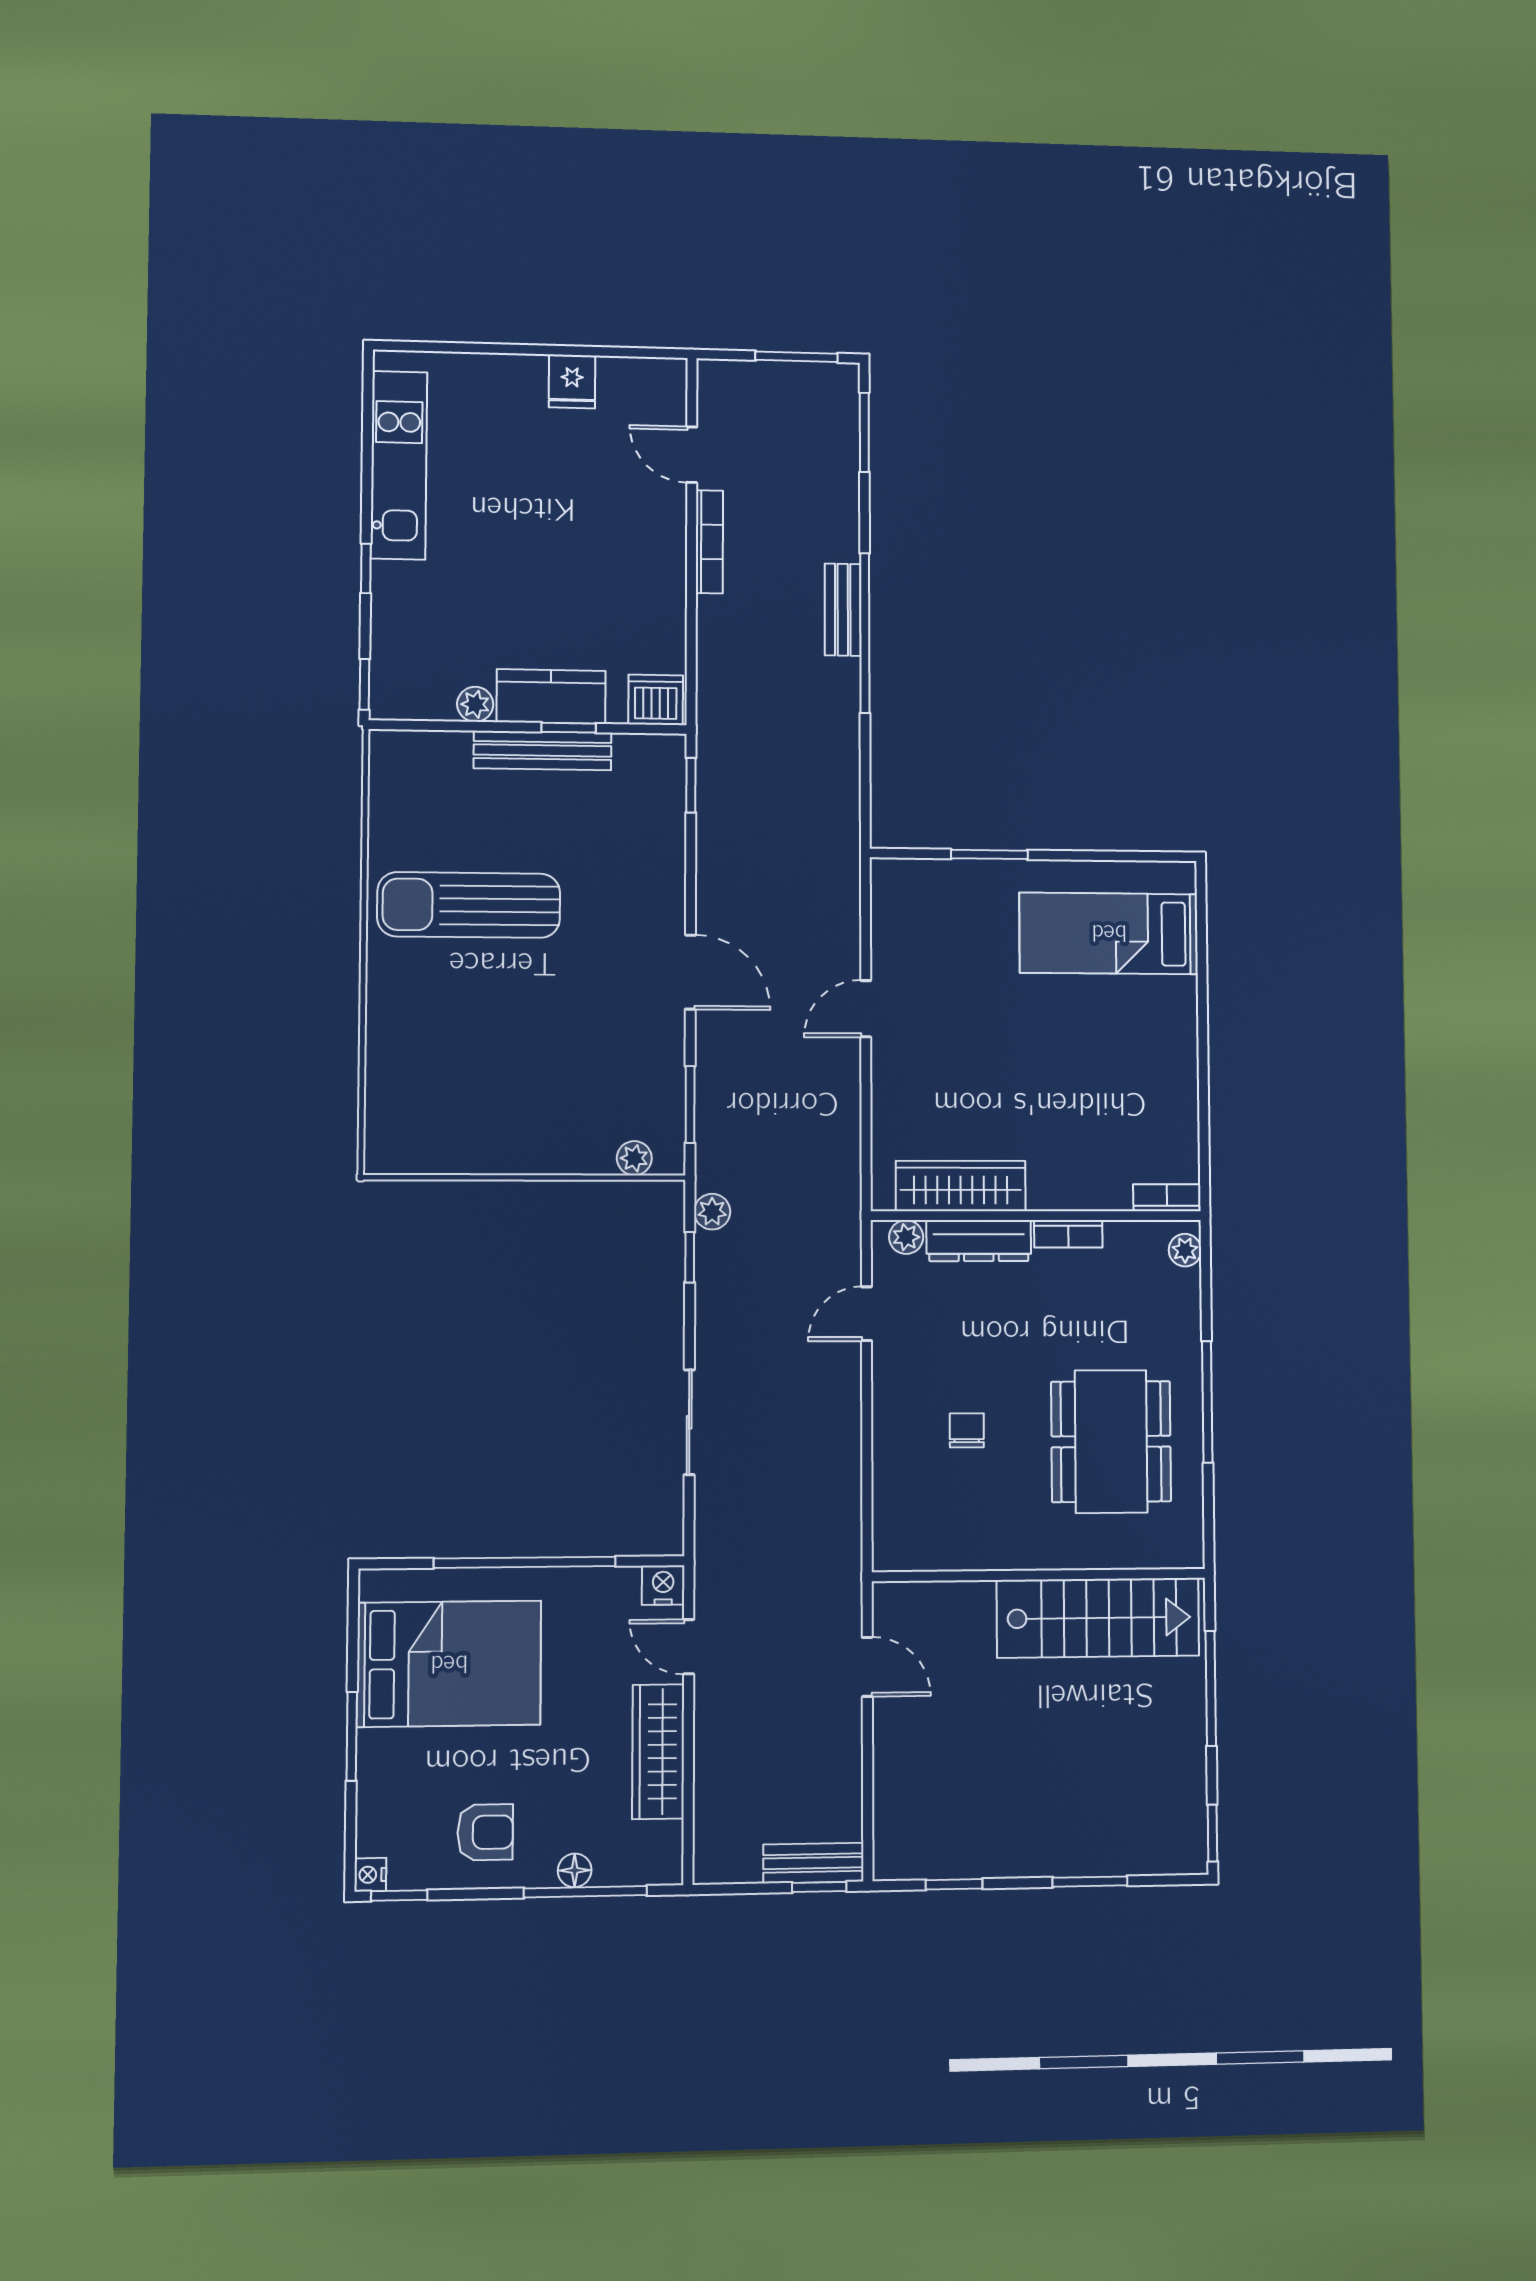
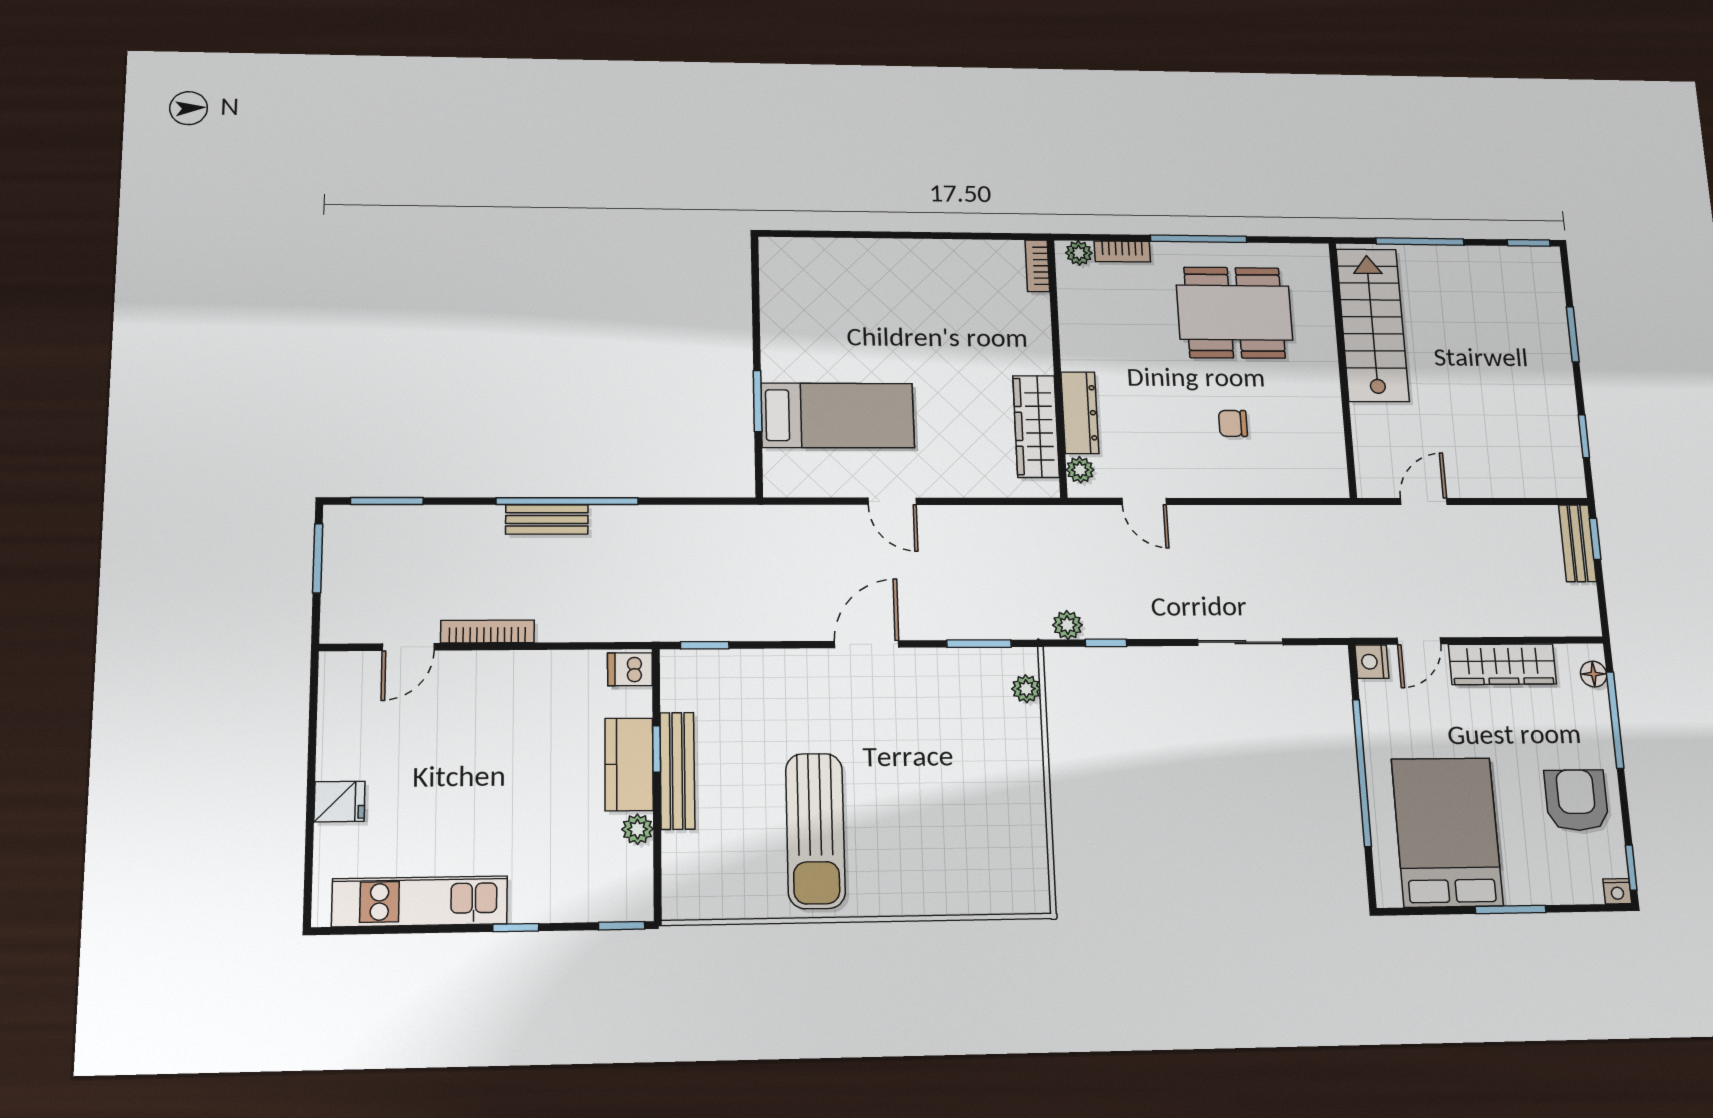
fridge: (572, 381) -> (339, 802), moved
dishwasher: (656, 700) -> (630, 669), width x0.73
bed: (1109, 933) -> (838, 415), moved, turned -90
bookcase: (1068, 1234) -> (1122, 251), moved, turned 90
armchair: (485, 1832) -> (1576, 800), width x1.38, depth x1.38
floor lamp: (575, 1870) -> (1594, 674), moved

